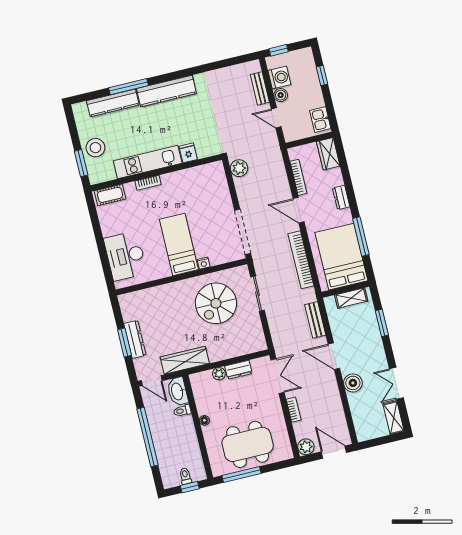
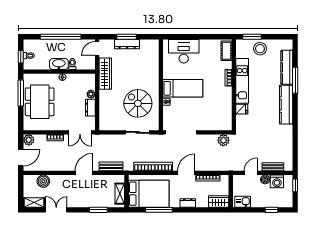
boiler: (353, 383) -> (43, 181), moved
washbasin: (178, 391) -> (59, 64), moved

